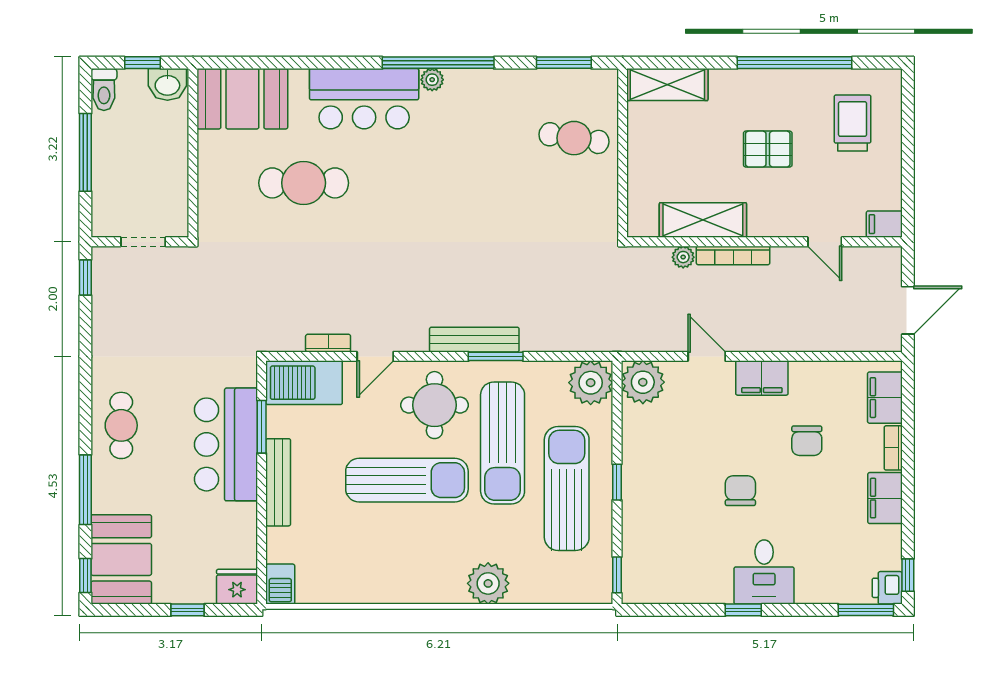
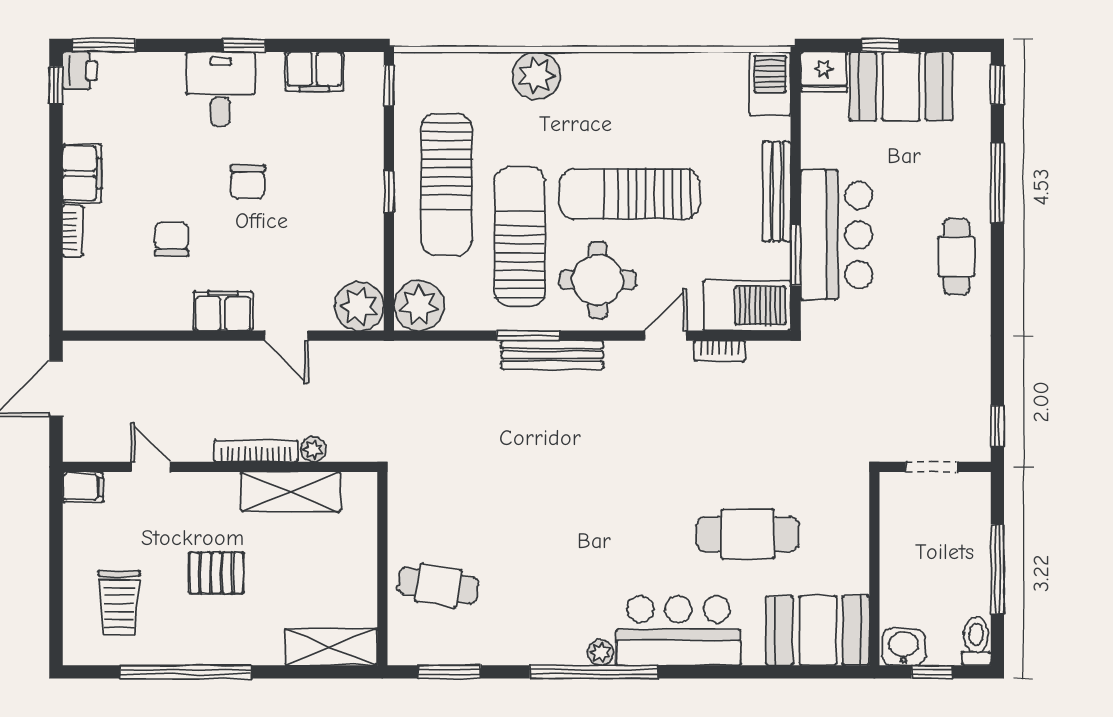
filing cabinet: (885, 398) -> (314, 72), moved, turned 90
booth: (121, 559) -> (901, 86), moved, turned 90
barbecue: (280, 584) -> (770, 84), width x1.38, depth x1.27

